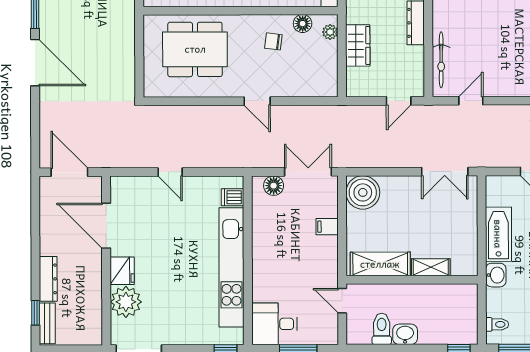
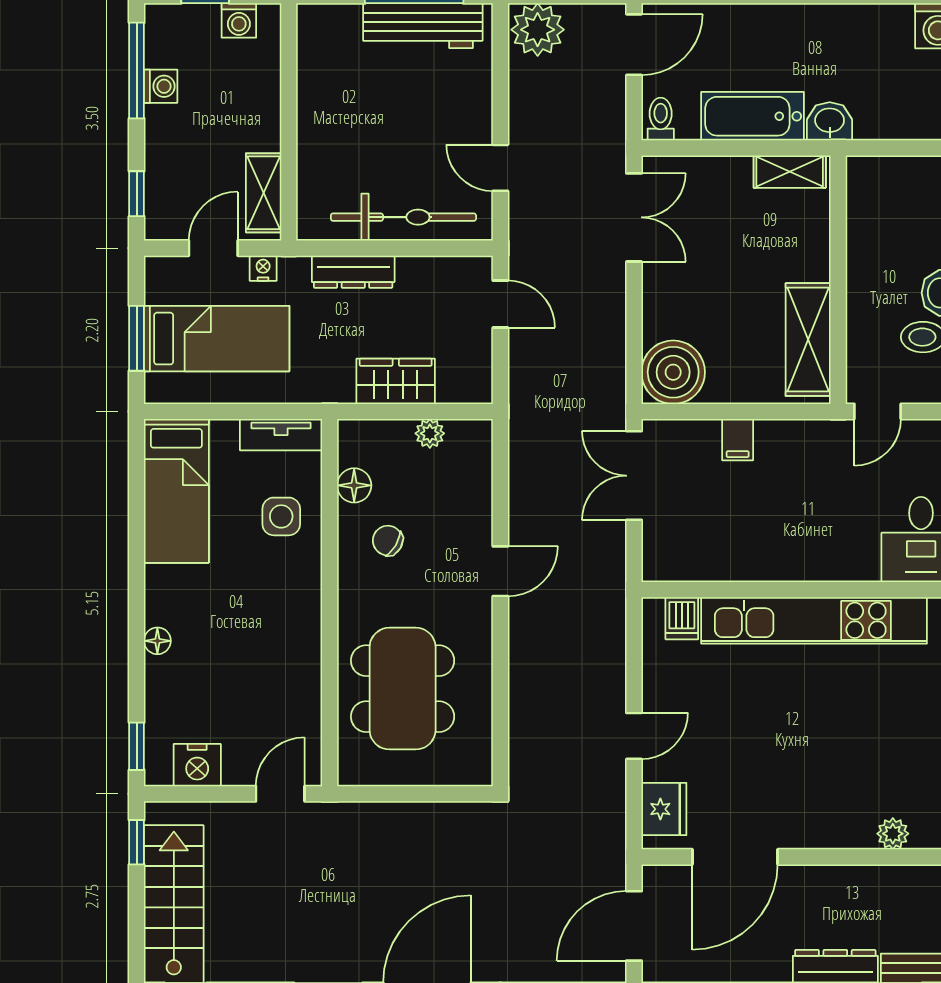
plant: (330, 32) -> (430, 433), moved
chair: (273, 41) -> (388, 541), turned 113
bicycle: (441, 60) -> (403, 217), width x1.37, depth x1.40
floor lamp: (274, 186) -> (660, 541), removed
shelving: (431, 267) -> (790, 172), moved, turned 90
fridge: (122, 271) -> (664, 809), moved, turned 90
plant: (126, 302) -> (893, 834), width x0.53, depth x0.53
toilet: (497, 324) -> (661, 119), moved

